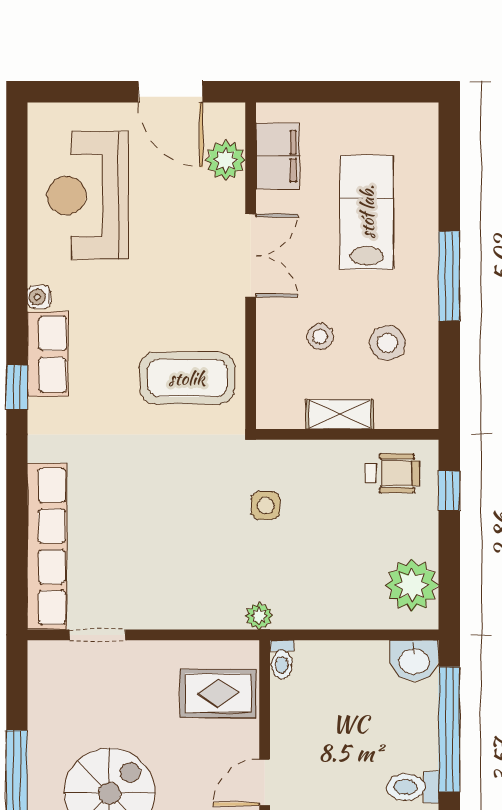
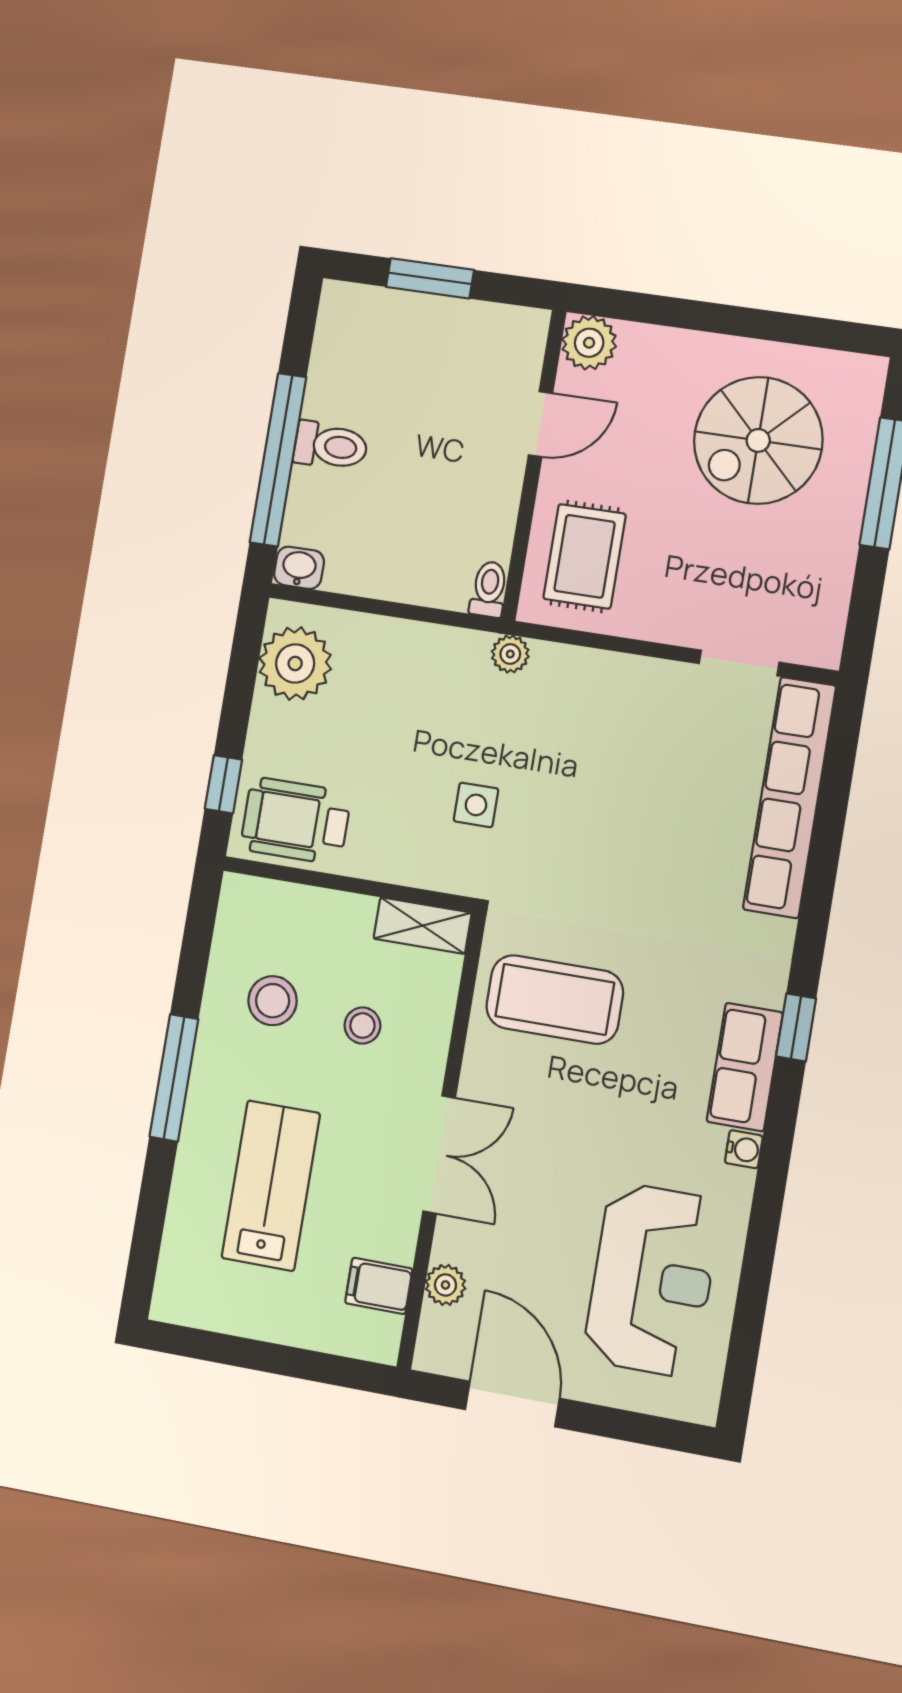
filing cabinet: (278, 156) -> (379, 1286), width x0.50
plant: (226, 160) -> (445, 1285), width x0.73, depth x0.73
lab bench: (367, 212) -> (271, 1186), turned 180
double door: (251, 256) -> (439, 1155), swing flipped
shelving: (340, 414) -> (423, 926), moved
wheelchair: (393, 473) -> (296, 821), width x1.36, depth x1.37
washbasin: (414, 660) -> (299, 568), width x0.72, depth x0.69
rug: (218, 693) -> (585, 556), turned 90
toilet: (413, 787) -> (331, 446), moved

